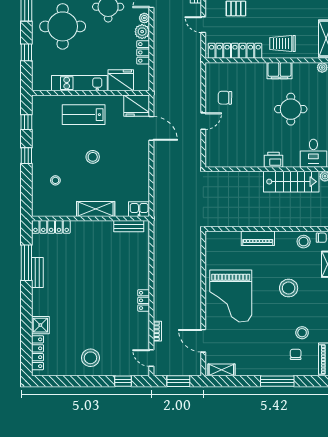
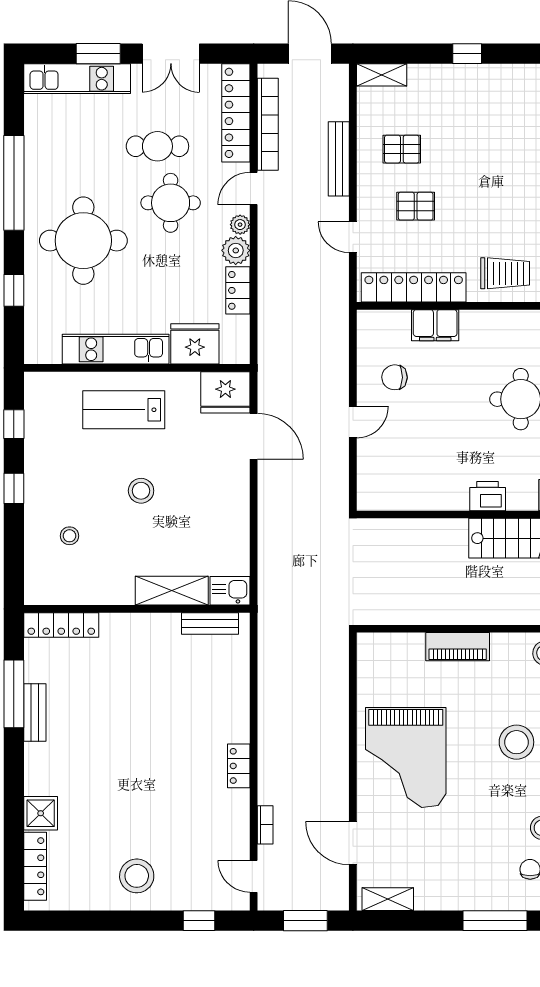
trolley: (283, 43) -> (505, 273), turned 180
filing cabinet: (280, 71) -> (435, 325), moved
shelving: (96, 209) -> (172, 591), moved

